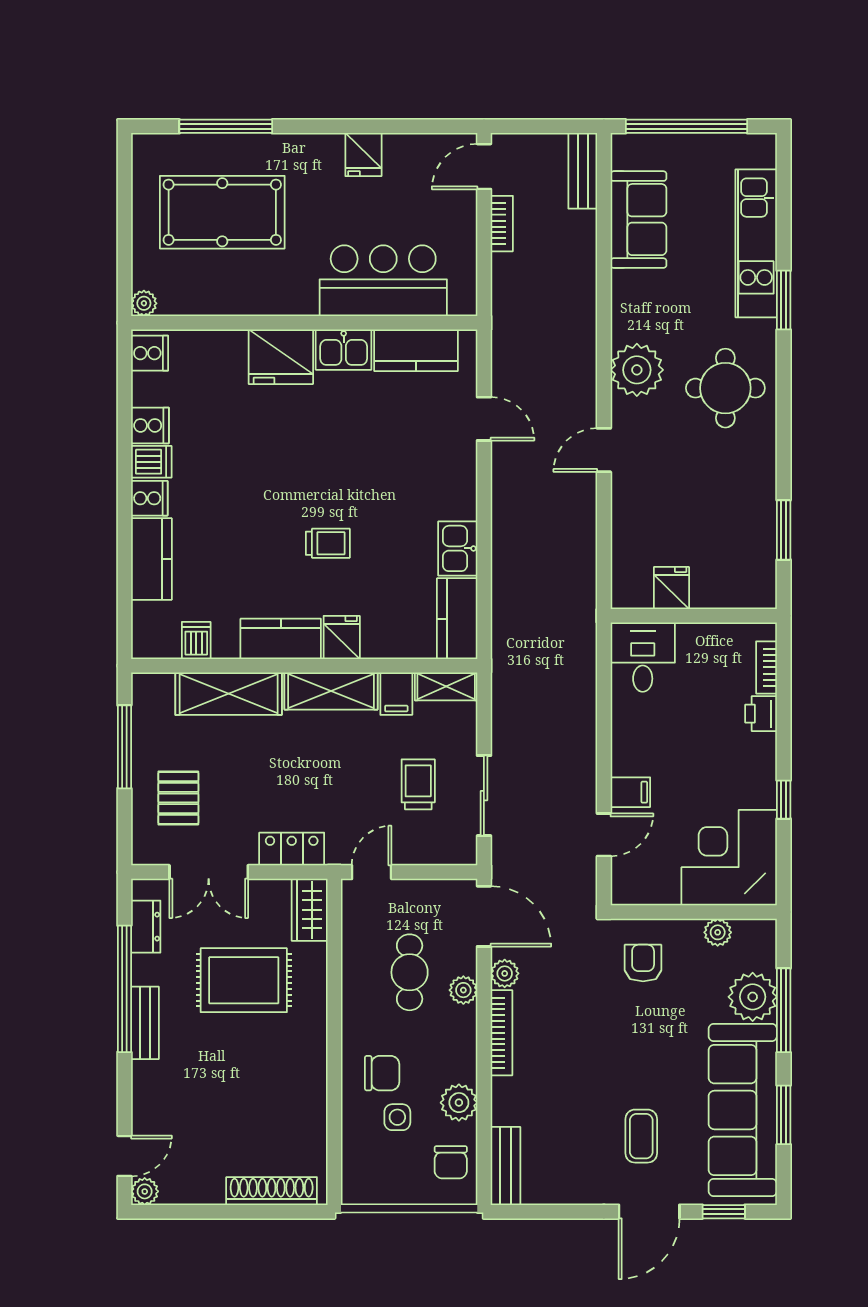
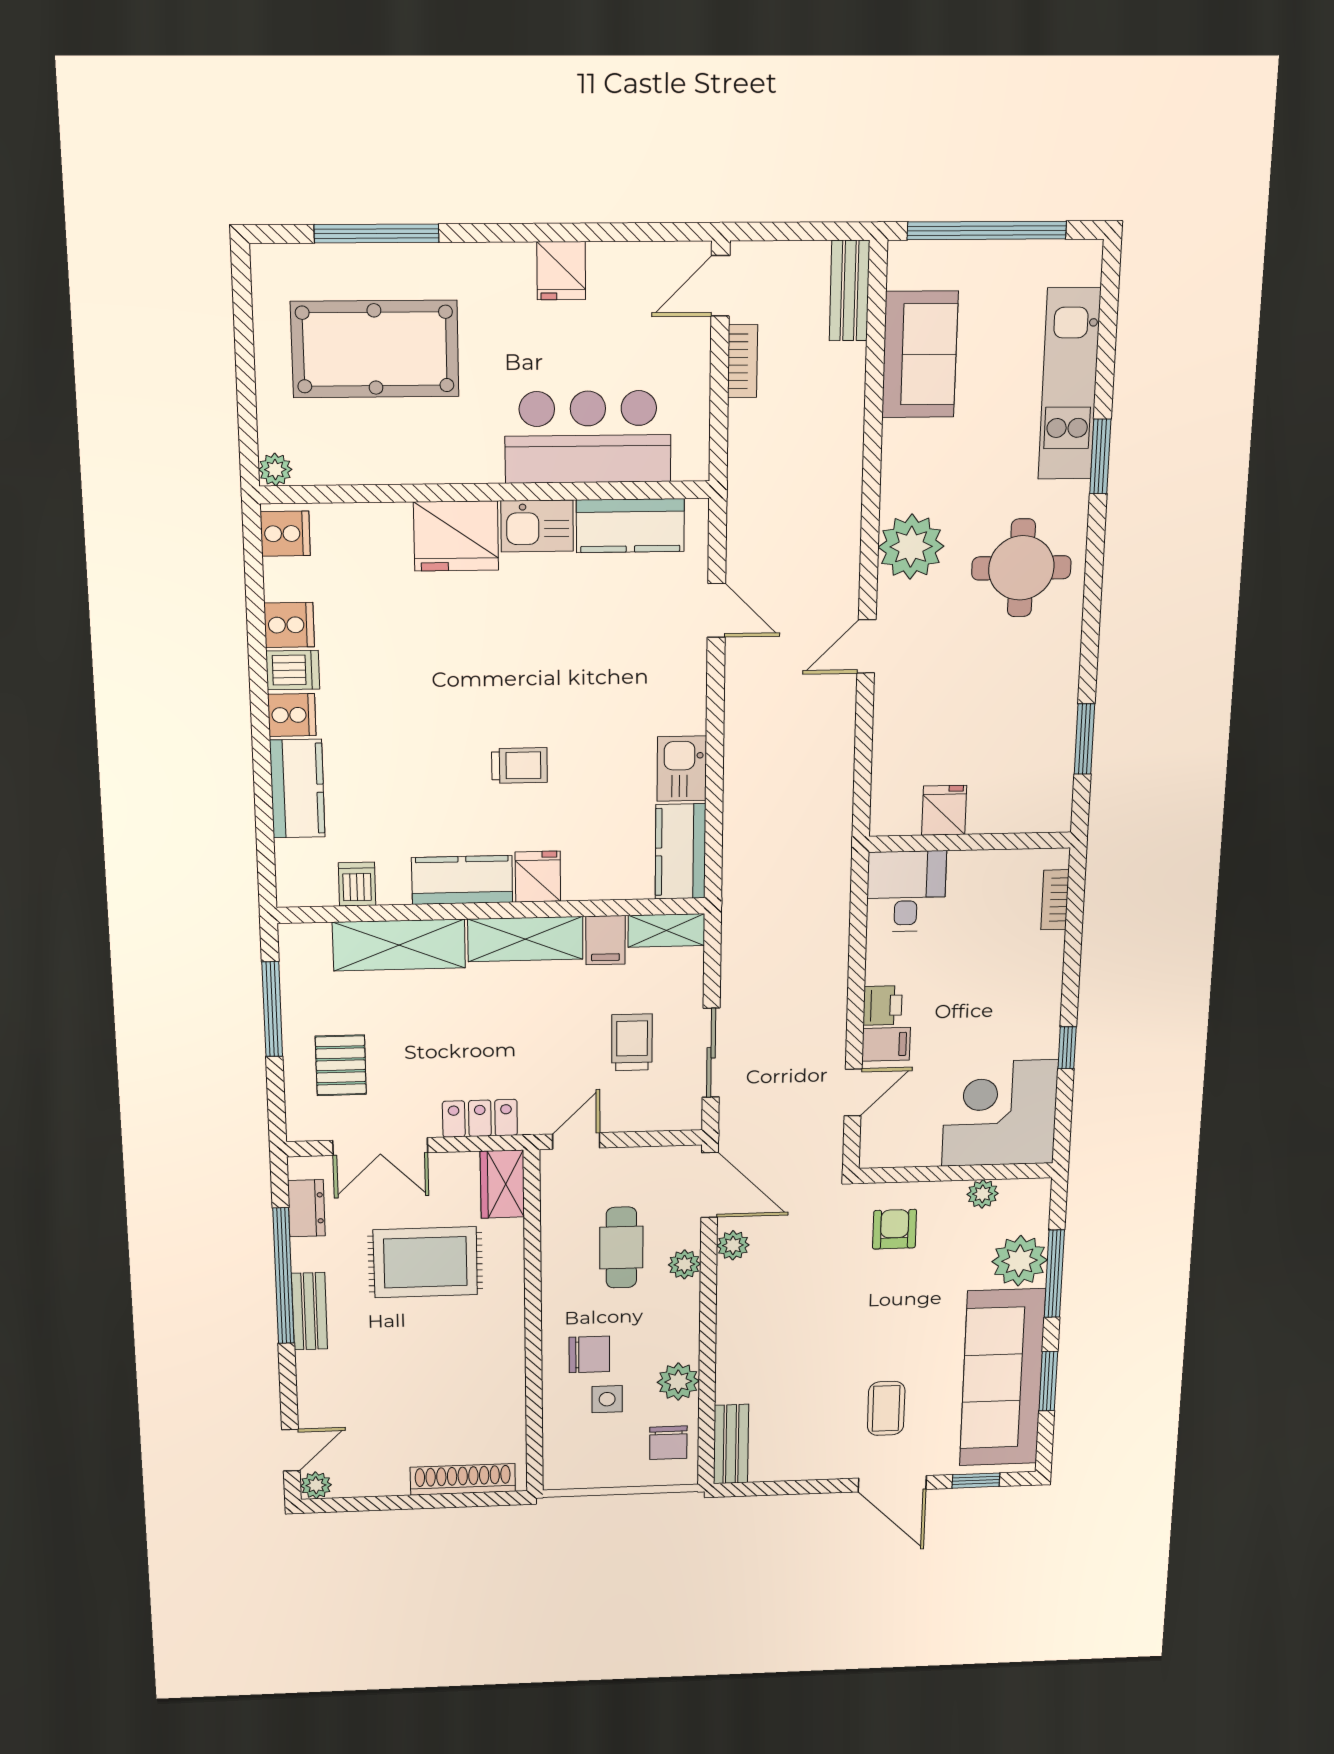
printer: (761, 714) -> (883, 1005), moved, turned 180
bookcase: (502, 1033) -> (728, 1308), removed
door: (649, 1212) -> (892, 1484), hinge flipped

